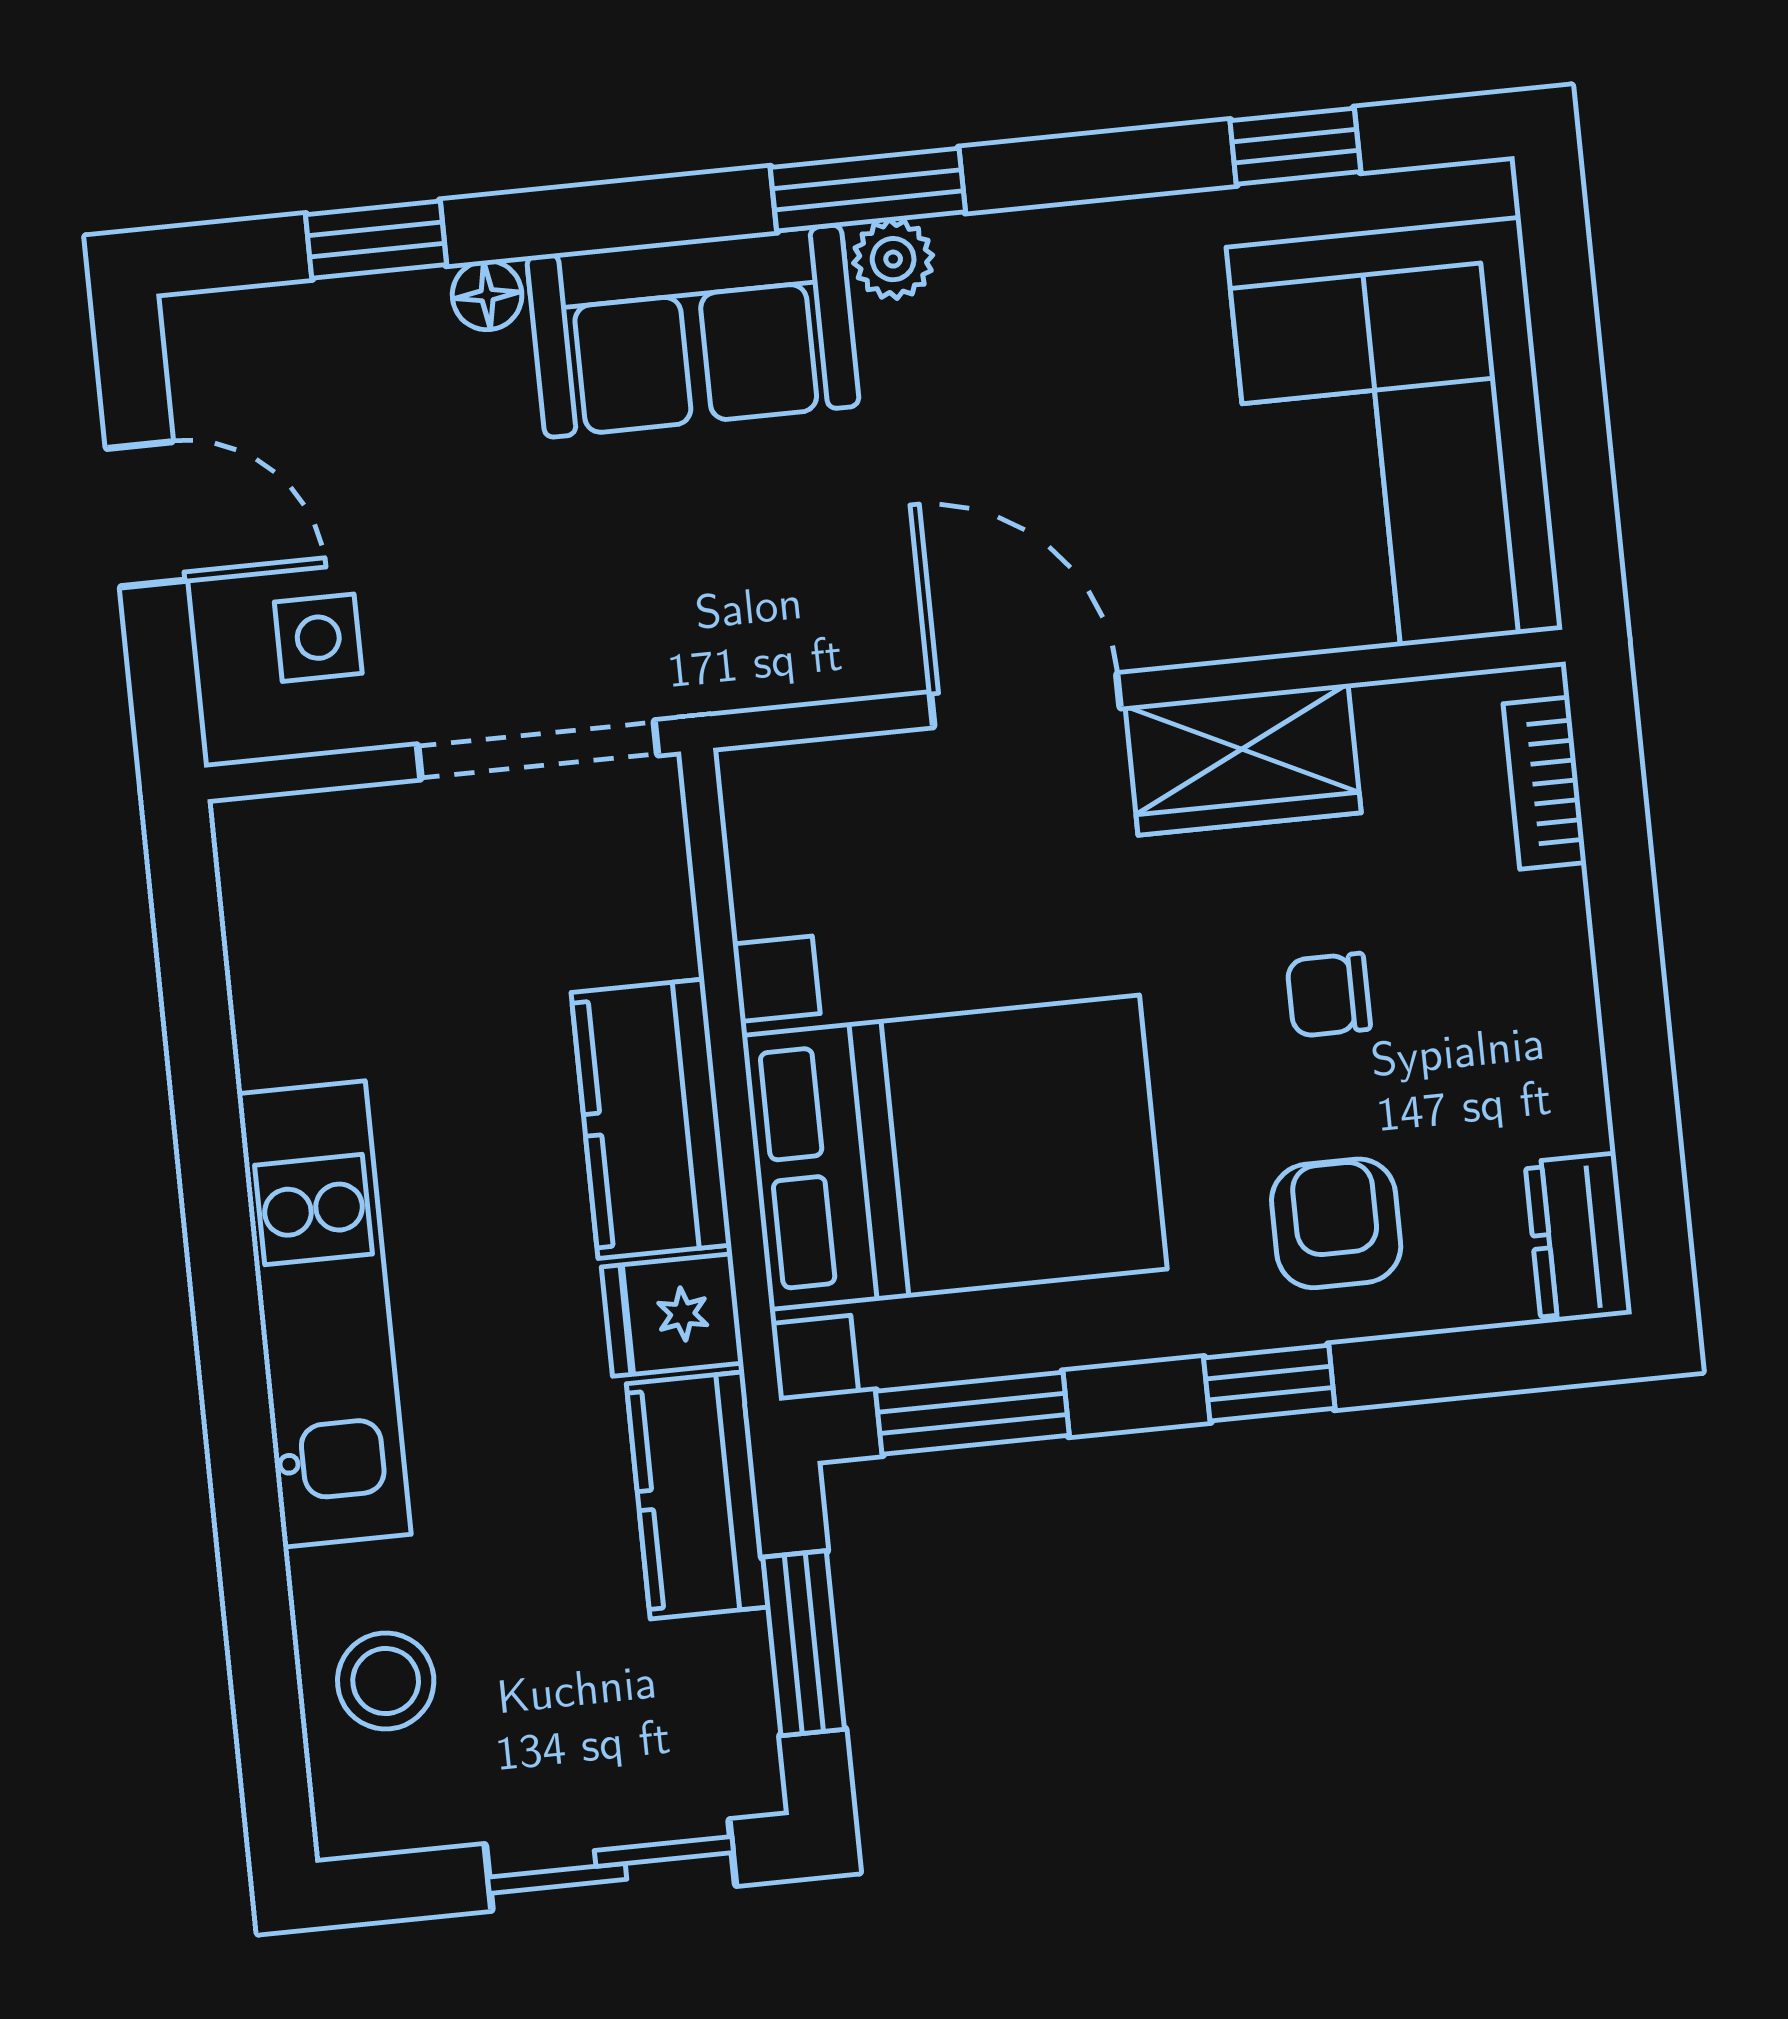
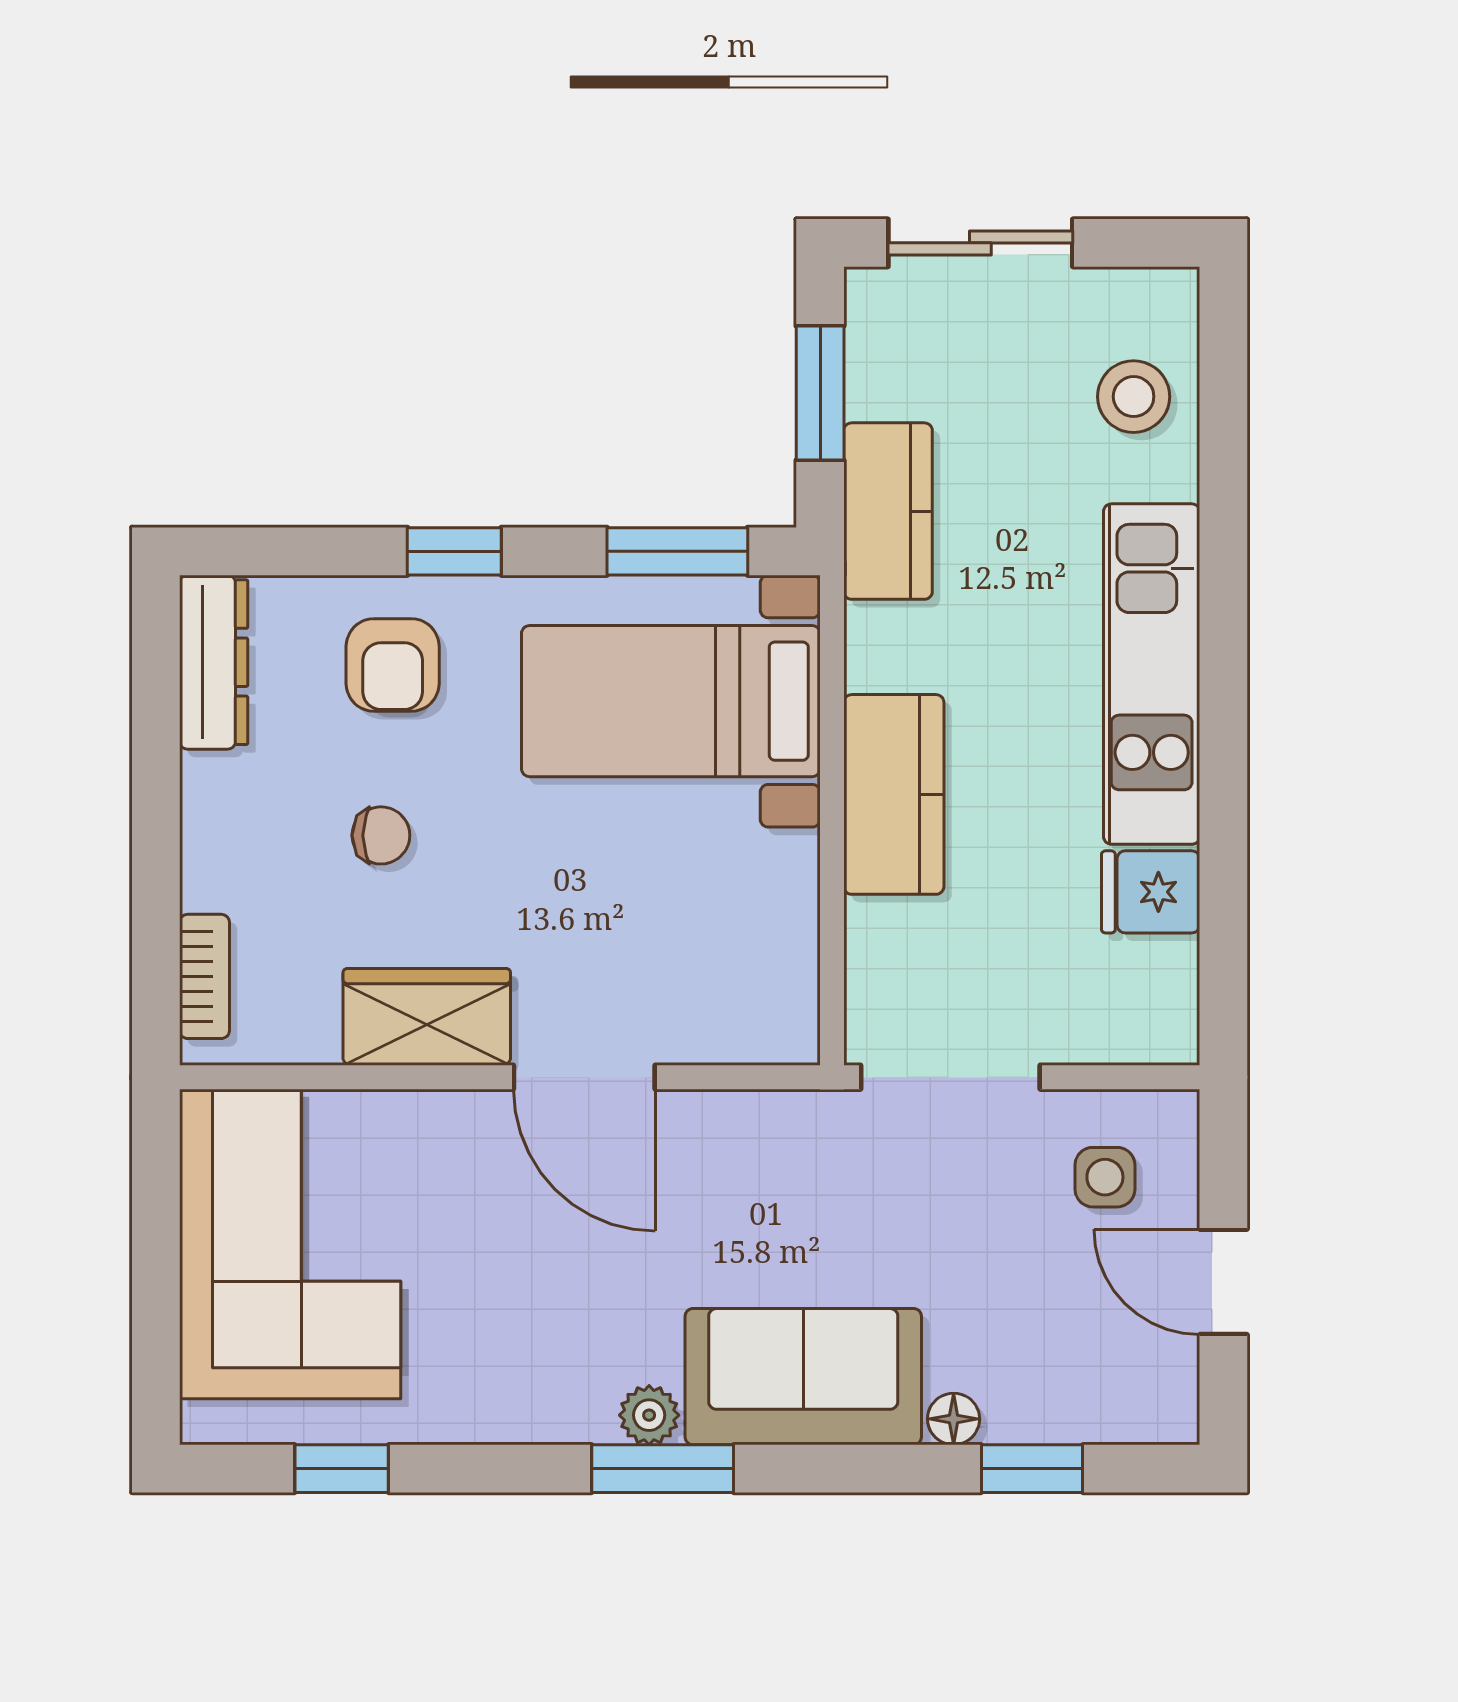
bed with nightstands: (955, 1152) -> (671, 701), width x0.73
dresser: (1578, 1238) -> (214, 662), width x1.44
fridge: (672, 1315) -> (1151, 892), moved, turned 180

